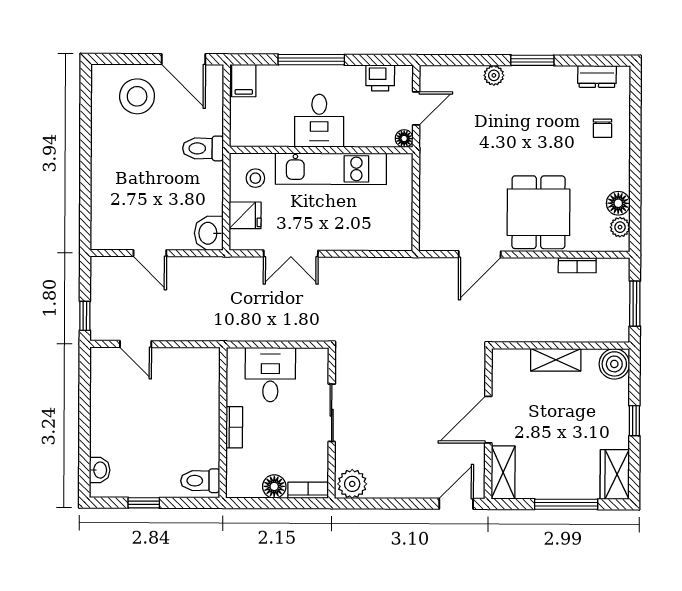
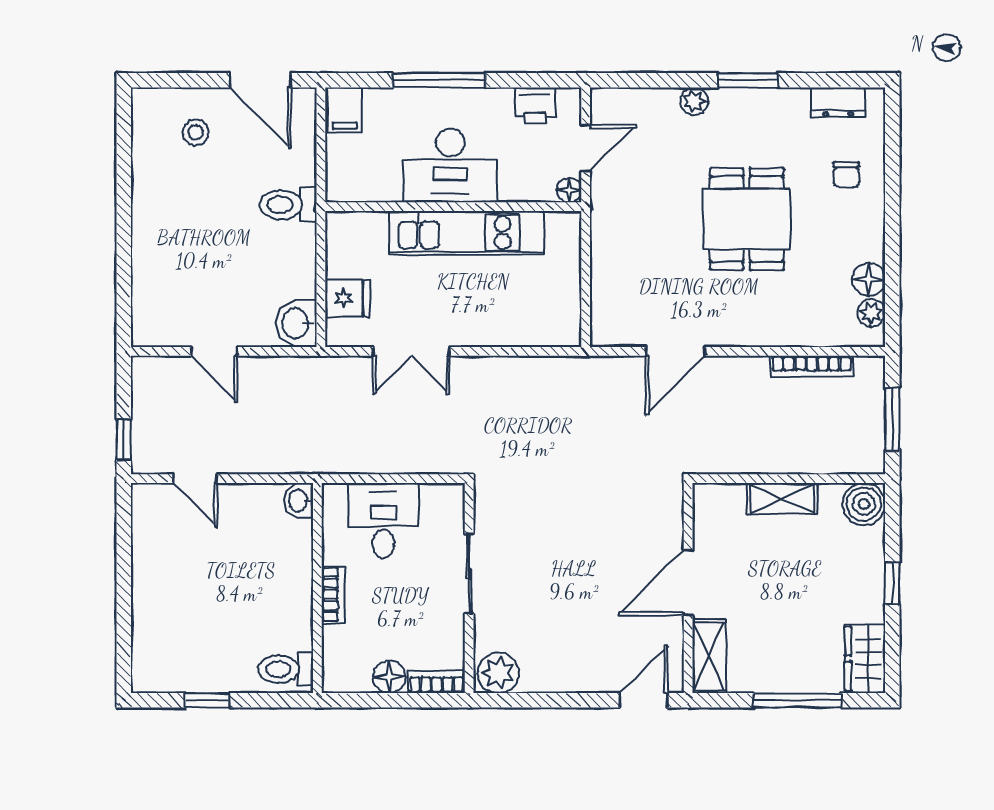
stool: (137, 96) -> (196, 132), width x0.53, depth x0.53
desk: (319, 121) -> (450, 166), width x1.37
stool: (255, 178) -> (361, 246), removed
dining table: (539, 212) -> (747, 219), moved
bookcase: (577, 265) -> (811, 366), width x1.56
washbasin: (100, 470) -> (299, 500), moved, turned 180

